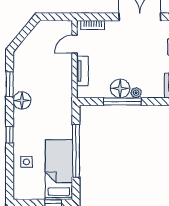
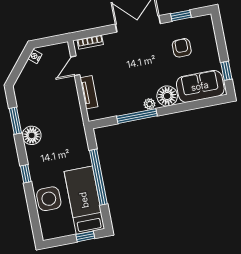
nightstand: (39, 28) -> (35, 56), added
floor lamp: (120, 88) -> (167, 96), moved
side table: (26, 162) -> (49, 199), width x1.87, depth x1.87

